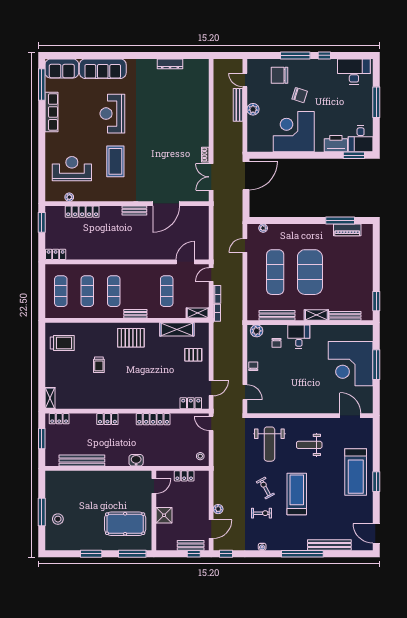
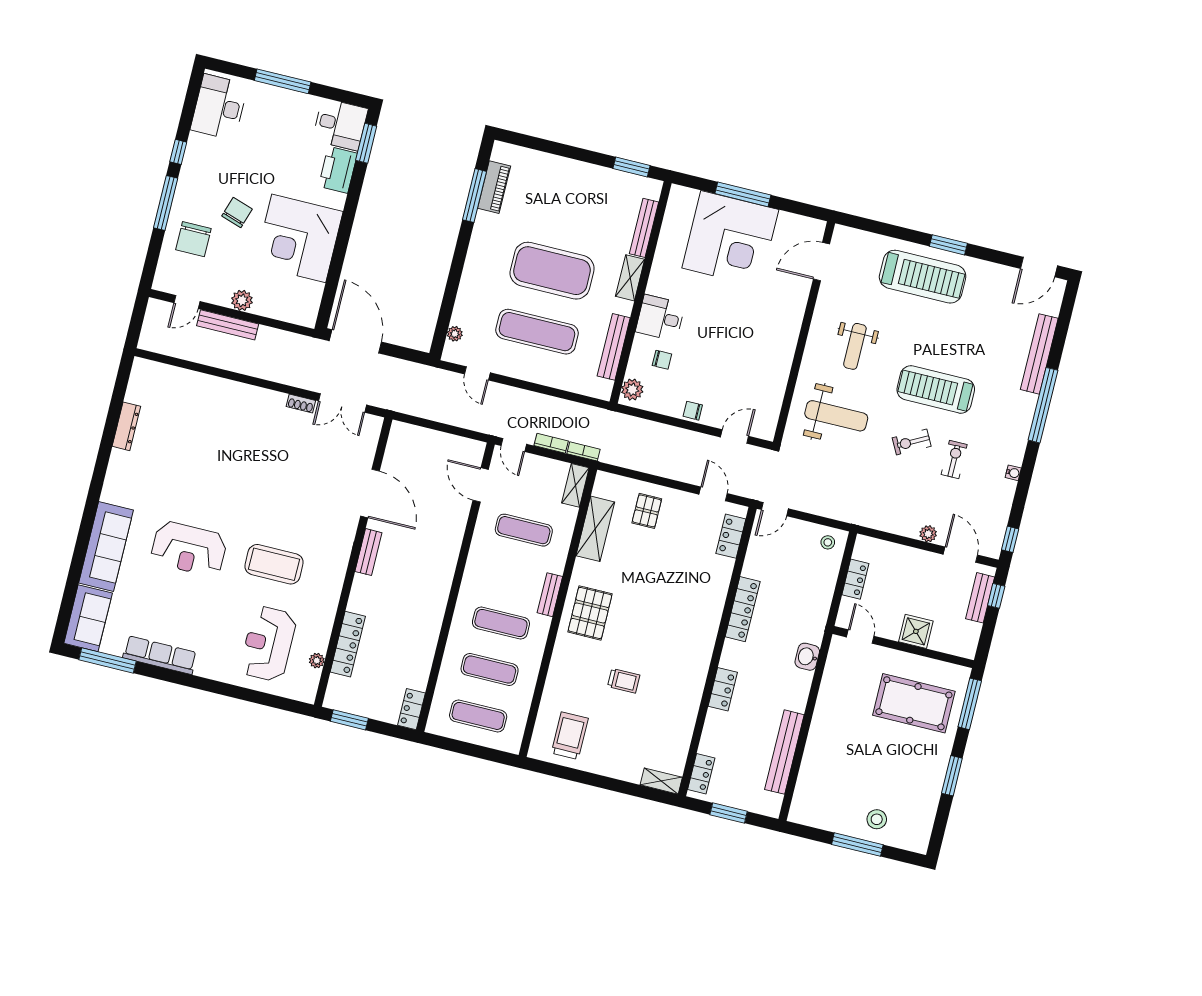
pool table: (125, 524) -> (914, 703), turned 90

